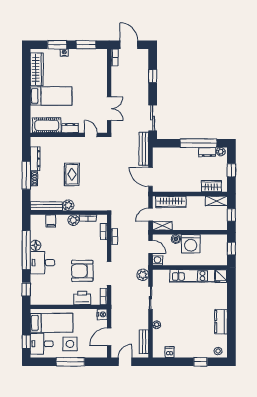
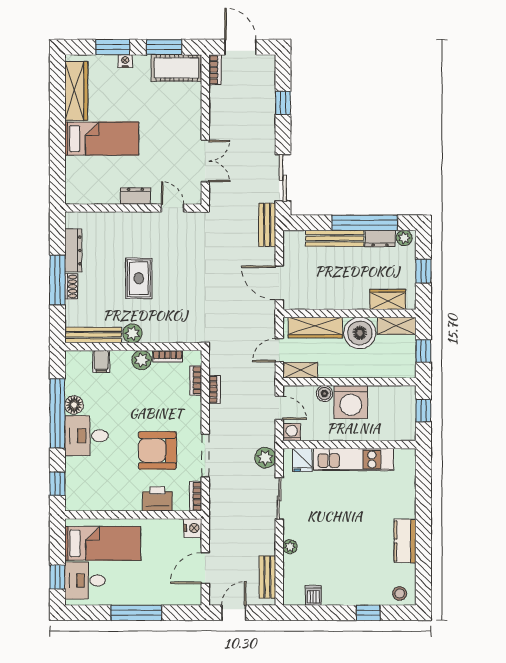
cot: (47, 125) -> (176, 68), moved
bench: (144, 149) -> (267, 225), width x0.73
bench: (182, 152) -> (335, 238), added
boiler: (196, 205) -> (360, 333), added
fridge: (221, 276) -> (302, 460), moved
side table: (70, 344) -> (136, 581), removed

